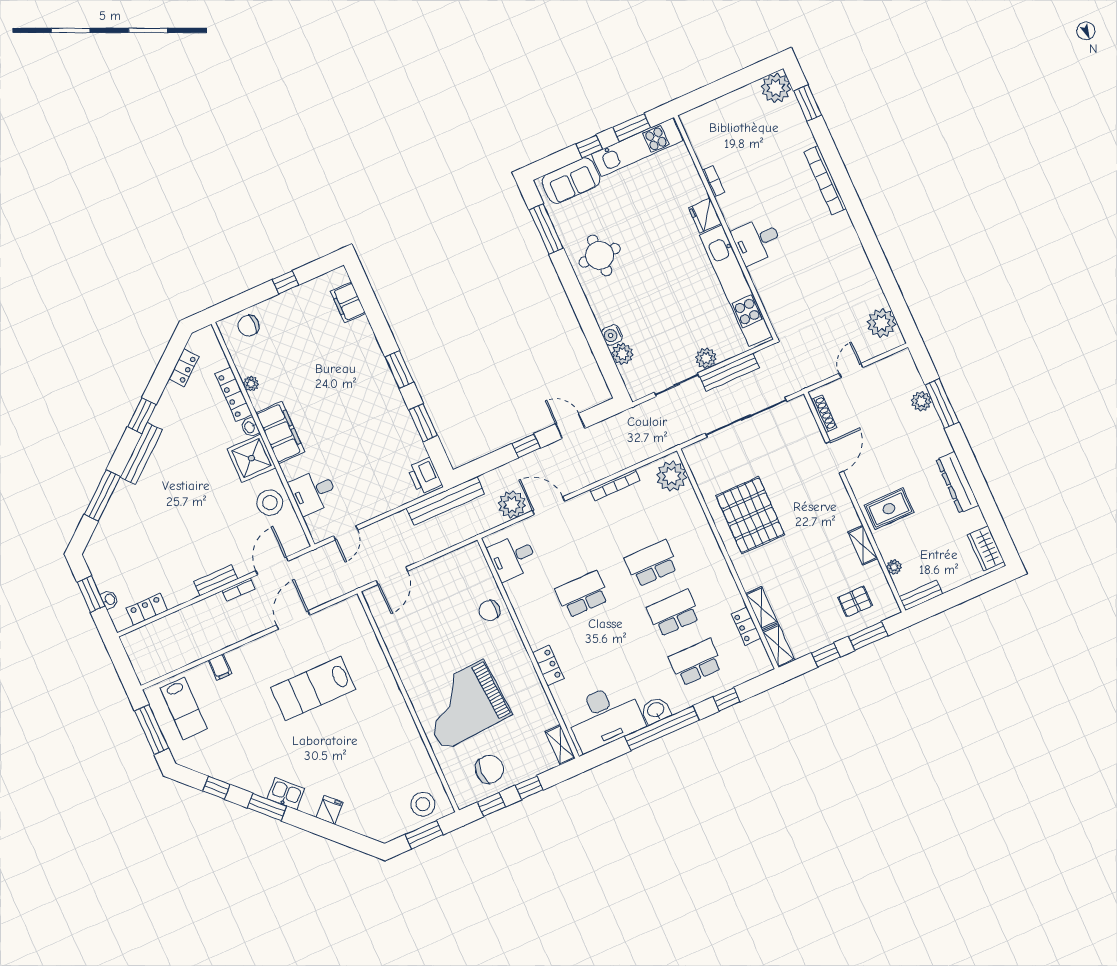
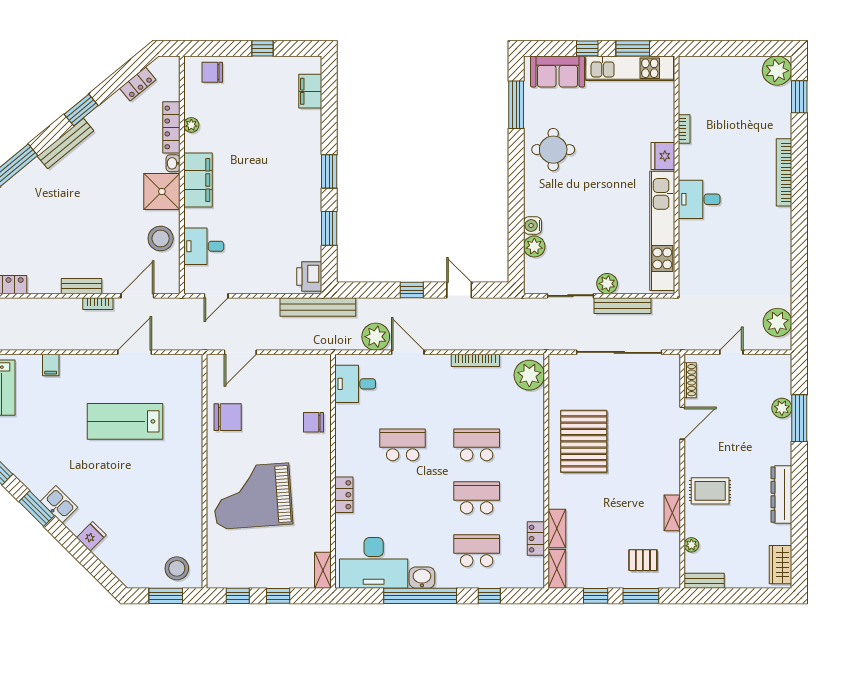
chair: (490, 769) -> (228, 417), moved

